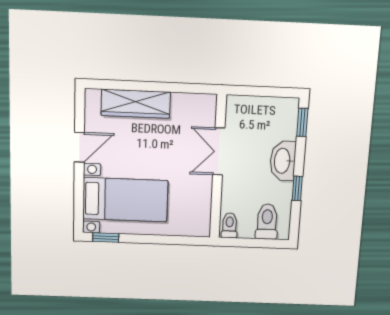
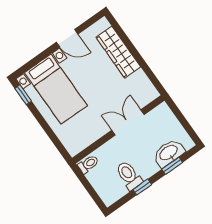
window: (302, 122) -> (172, 166), moved
washbasin: (283, 161) -> (169, 153), moved
toilet: (267, 222) -> (129, 175), moved, turned -90

